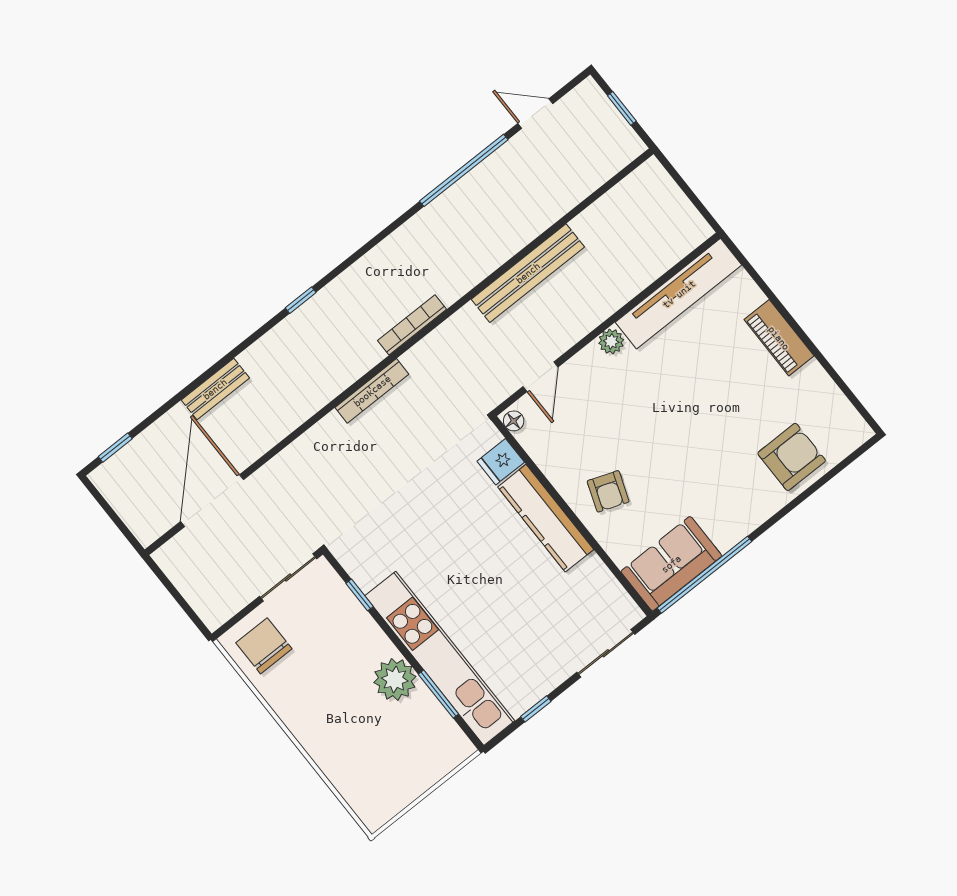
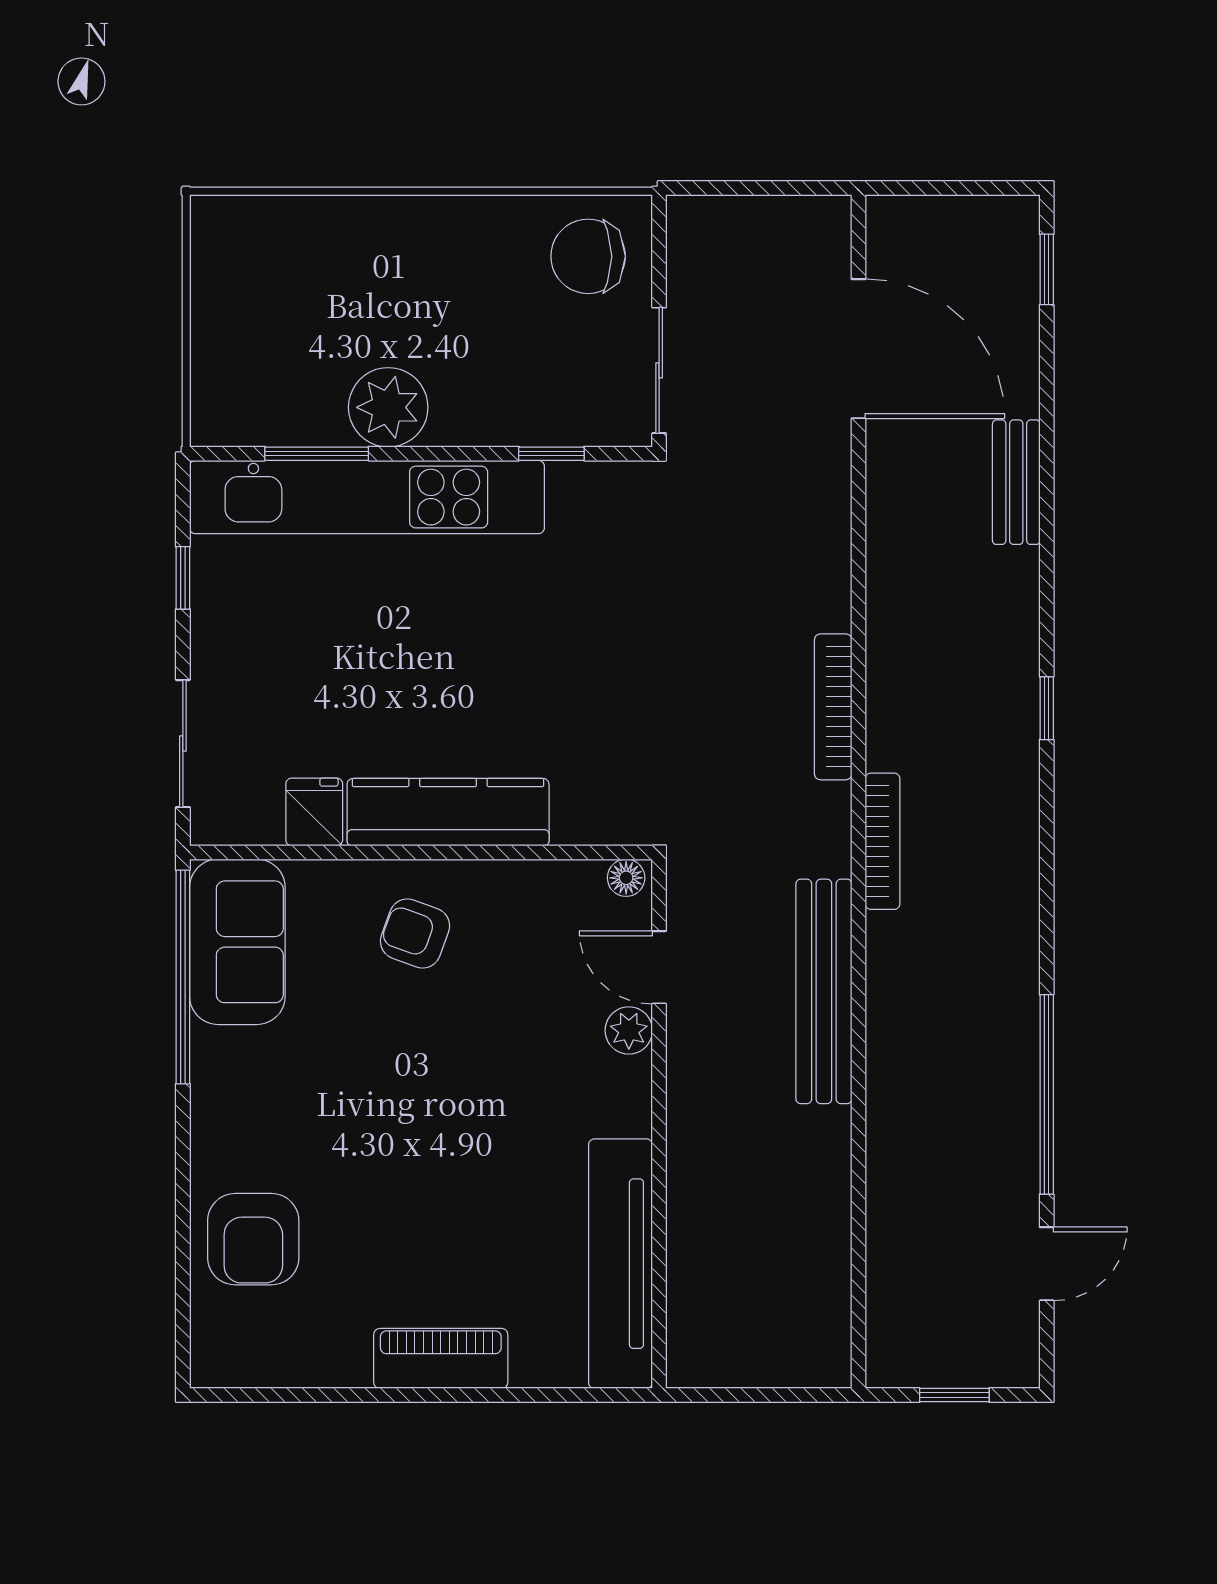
bench: (528, 273) -> (824, 991), moved
plant: (611, 341) -> (629, 1030), moved
fridge: (501, 462) -> (314, 812), moved
chair: (264, 646) -> (588, 256), turned 180

